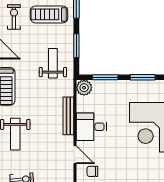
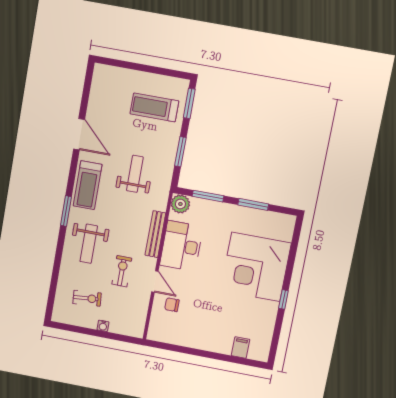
exercise bike: (14, 17) -> (122, 271), moved
weight bench: (53, 63) -> (135, 174), moved
desk: (91, 127) -> (181, 246), width x1.37

